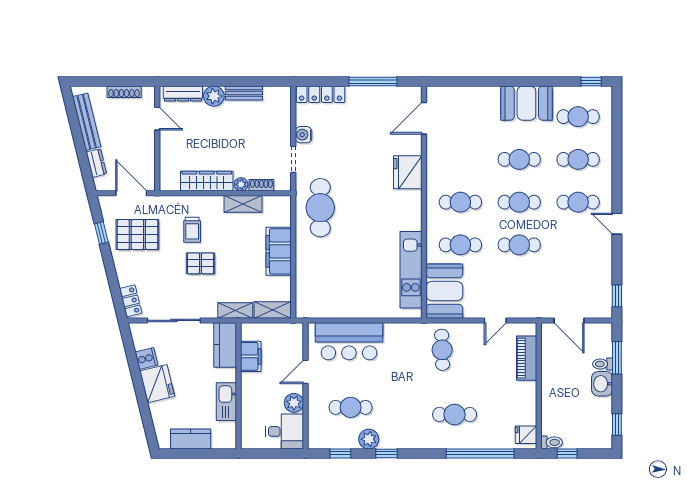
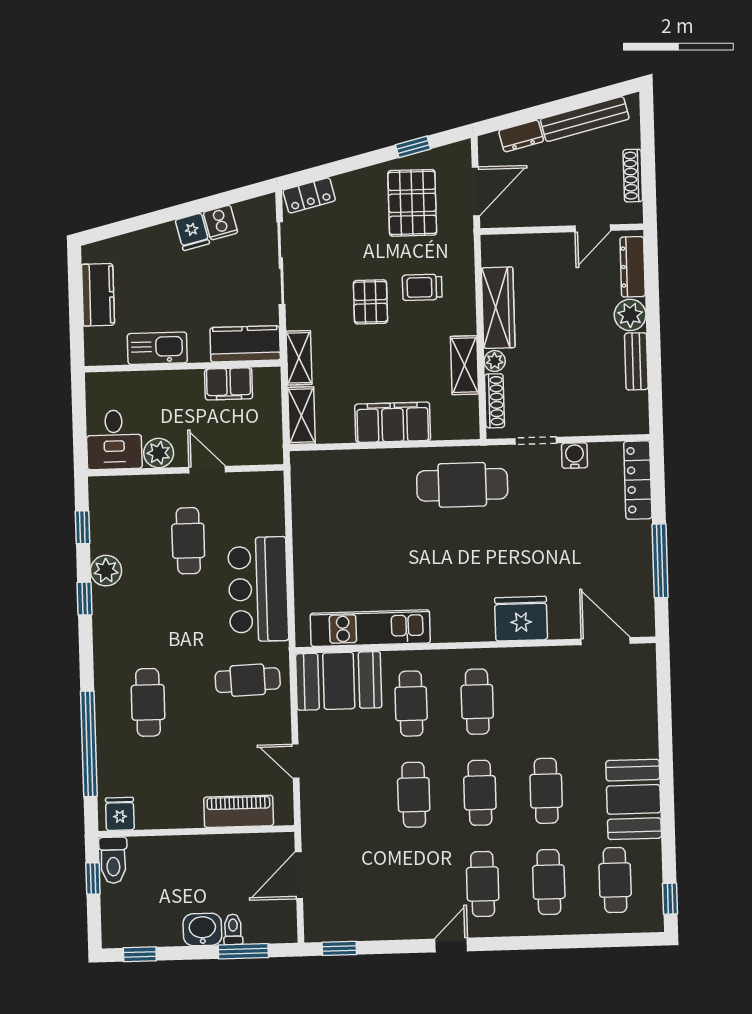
shoe rack: (261, 185) -> (494, 401), width x1.43
bar counter: (349, 341) -> (258, 589), moved
fridge: (157, 384) -> (192, 232), width x0.53, depth x0.75
cafe table: (351, 407) -> (188, 541), moved
toilet: (552, 442) -> (113, 860), width x1.37, depth x1.39

